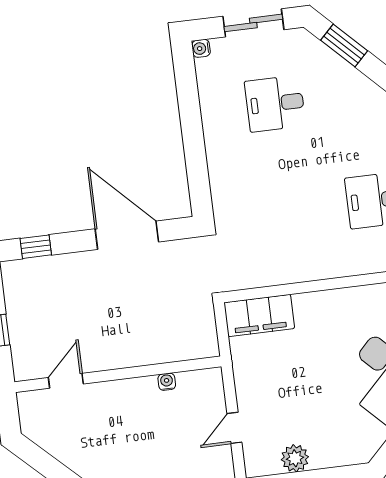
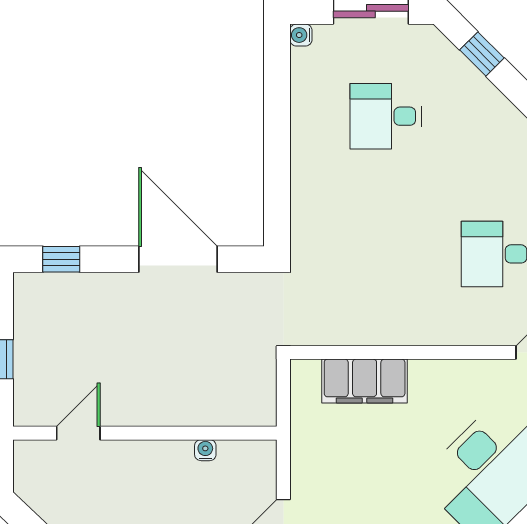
window: (344, 46) -> (482, 54), width x0.67
filing cabinet: (259, 315) -> (365, 381), moved

